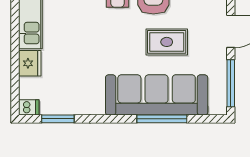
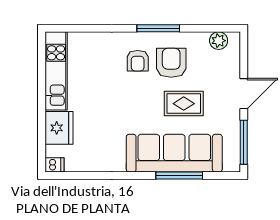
fridge: (30, 63) -> (59, 128), width x1.36, depth x1.34
window: (58, 119) -> (82, 176), removed

